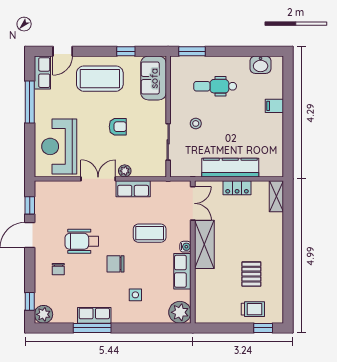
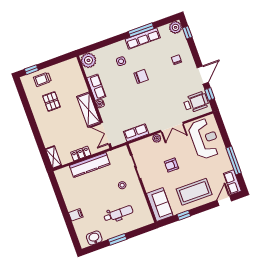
window: (192, 51) -> (117, 239), moved
row of seats: (133, 189) -> (136, 133), moved
coffee table: (150, 233) -> (126, 104), removed
wheelchair: (82, 241) -> (196, 102), moved
row of seats: (94, 315) -> (143, 38), width x1.48

